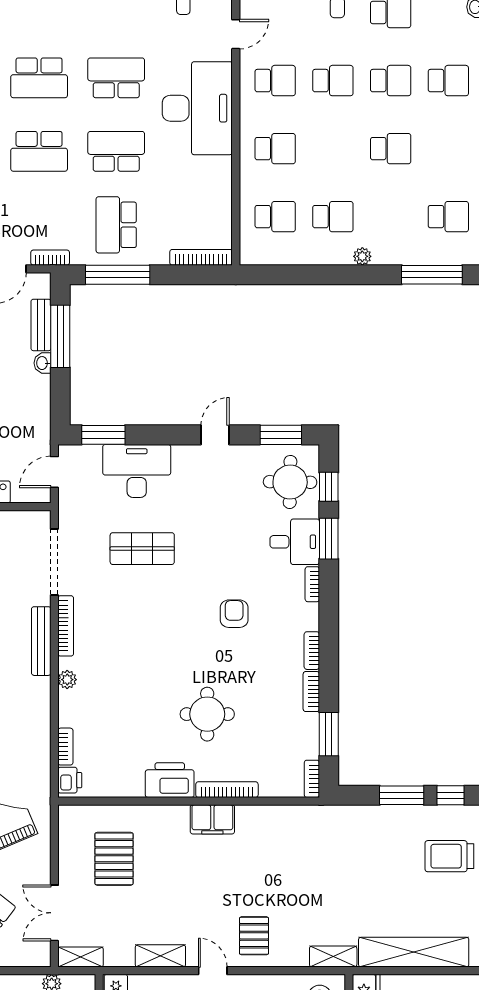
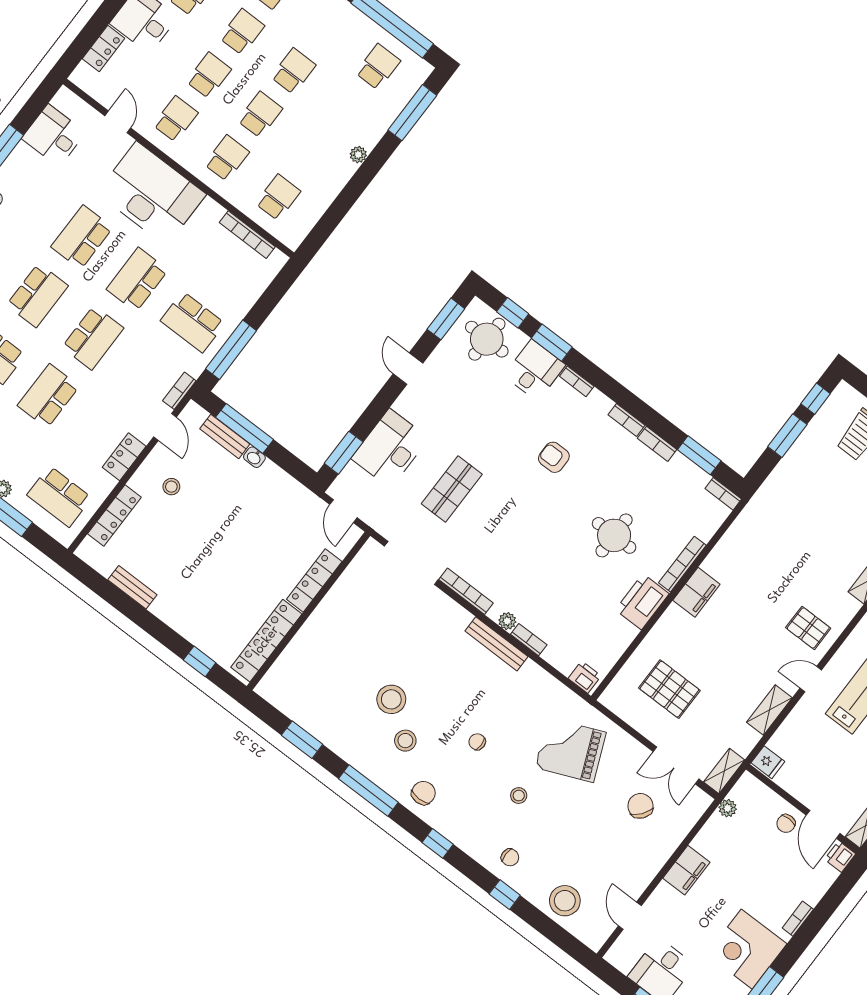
school desk: (333, 217) -> (260, 115), moved
bookcase: (201, 257) -> (247, 235), moved, turned -90
bench: (41, 641) -> (496, 644), moved
bookcase: (65, 747) -> (529, 640), moved

